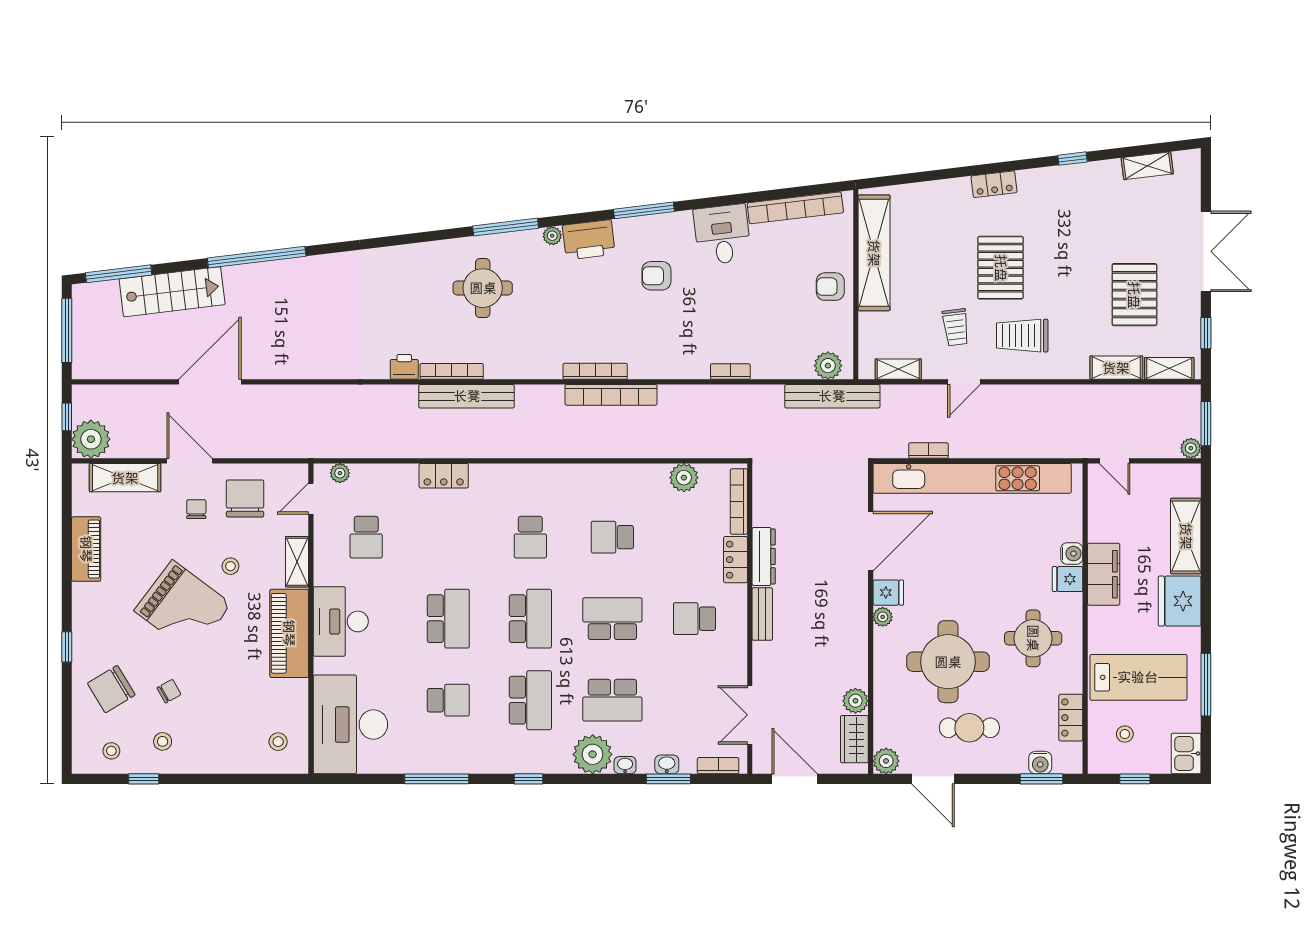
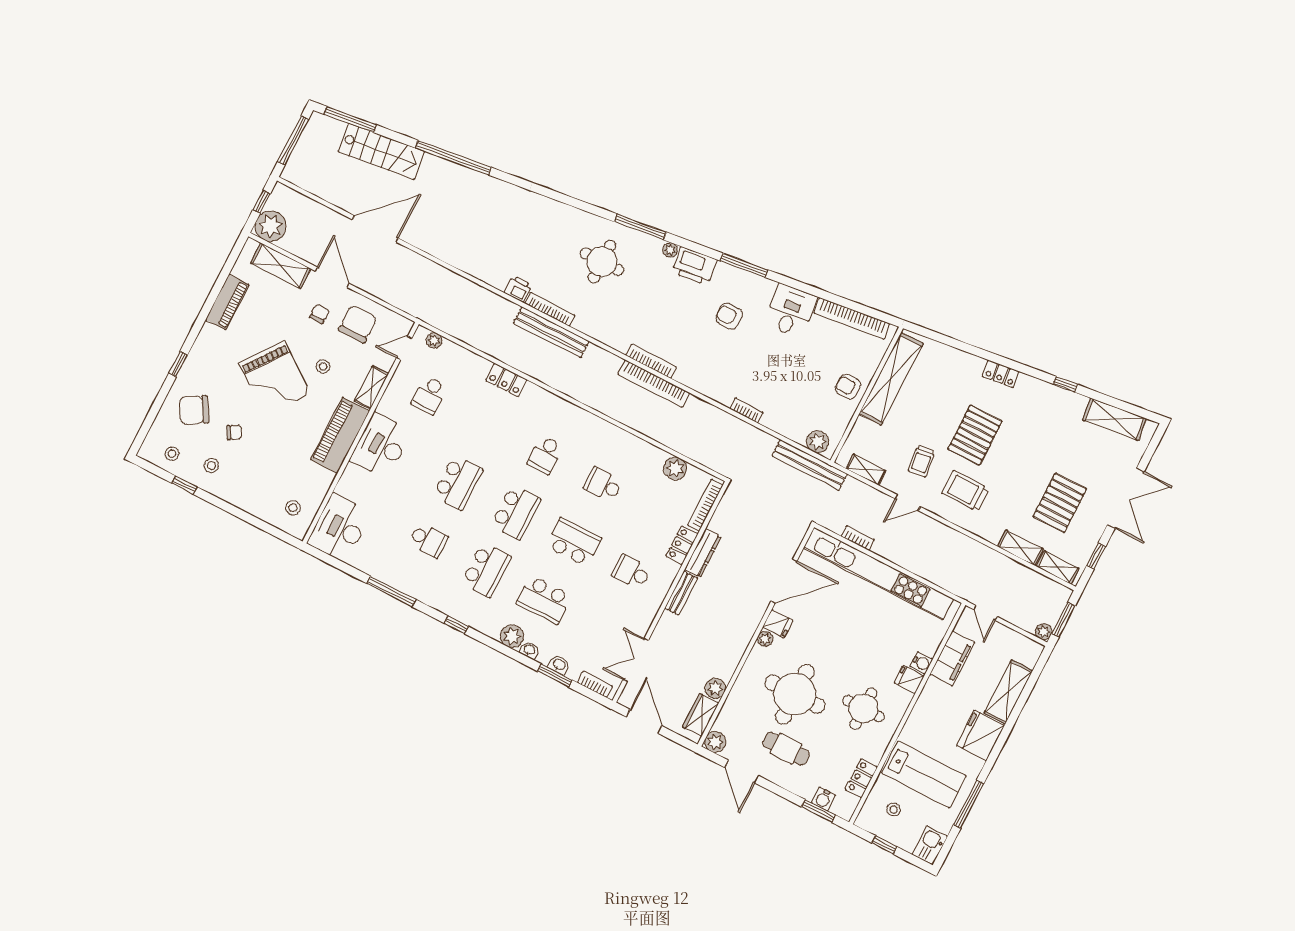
shelving: (1147, 166) -> (1114, 419), width x1.50, depth x1.33
filing cabinet: (1104, 574) -> (952, 658), moved
desk: (350, 724) -> (339, 528), width x0.73, depth x0.77
plant: (593, 754) -> (512, 636), width x0.73, depth x0.73

